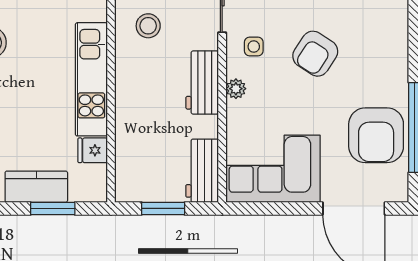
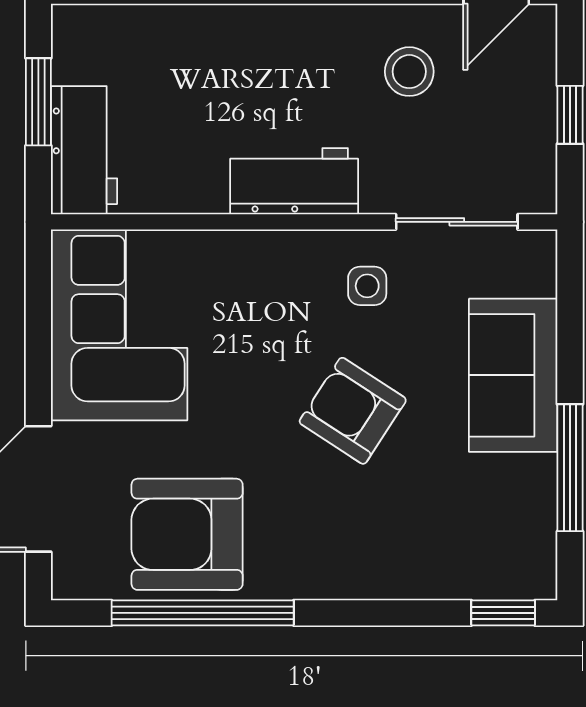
plant: (236, 89) -> (282, 250), removed
workbench: (202, 171) -> (84, 150), moved, turned 90

